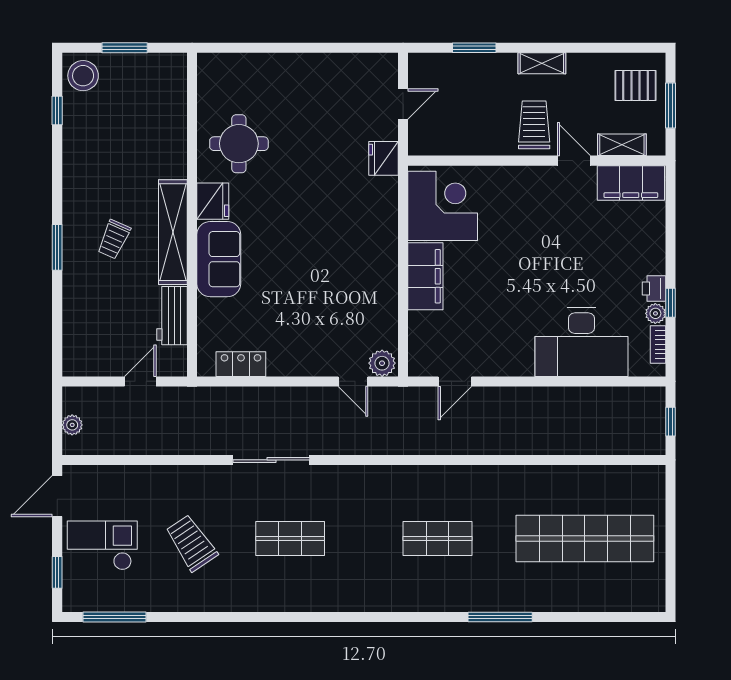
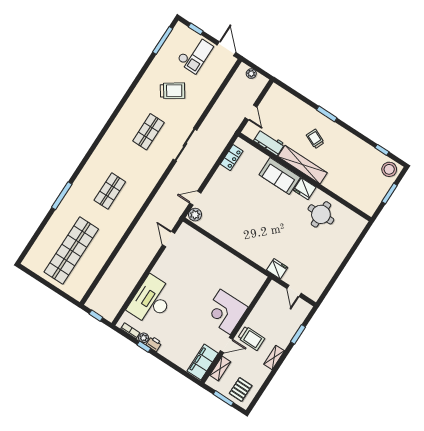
corner desk: (443, 206) -> (225, 312), moved, turned 90
filing cabinet: (425, 276) -> (219, 255), removed

